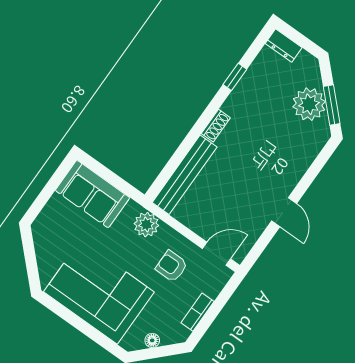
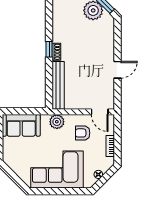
window: (235, 77) -> (49, 49), moved
door: (284, 212) -> (118, 70), hinge flipped
door: (217, 254) -> (100, 112), swing flipped

